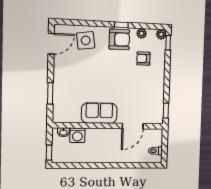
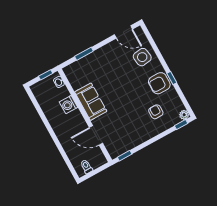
plant: (142, 33) -> (175, 98), removed
armchair: (119, 39) -> (159, 83), turned 90
washing machine: (77, 135) -> (69, 105), moved
window: (49, 153) -> (46, 75), moved

